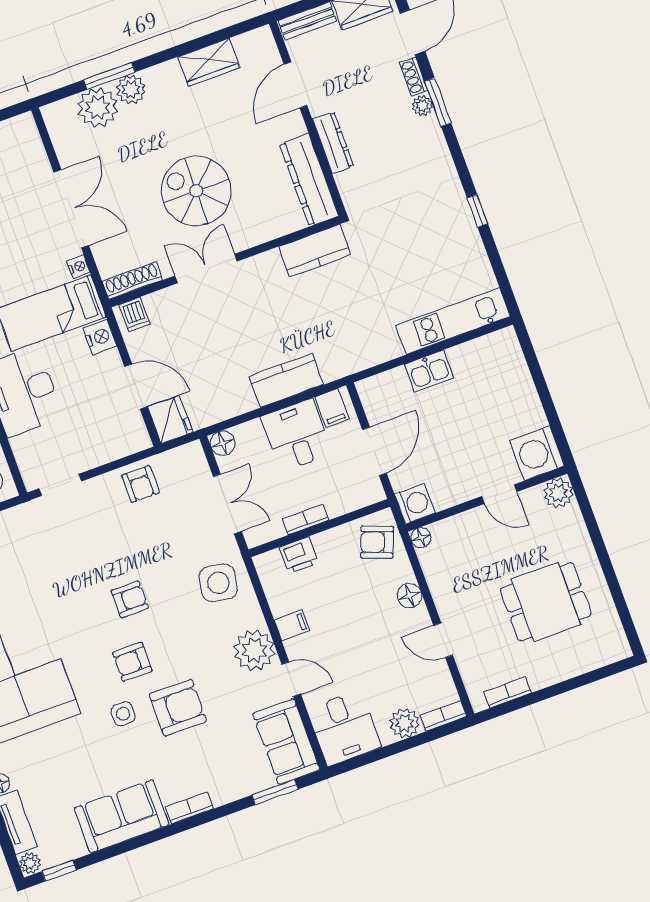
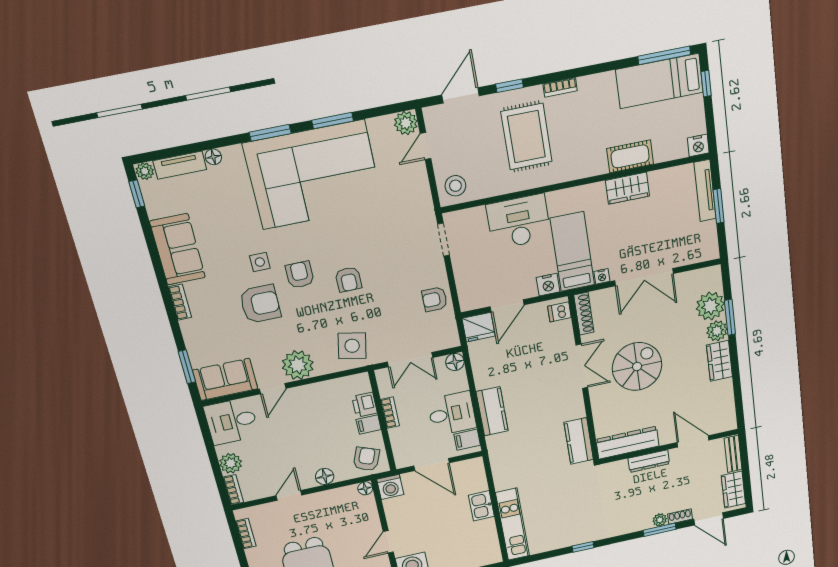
wardrobe: (209, 62) -> (719, 361), moved
filing cabinet: (292, 625) -> (369, 425), moved, turned 90
armchair: (178, 708) -> (260, 304), turned -90

